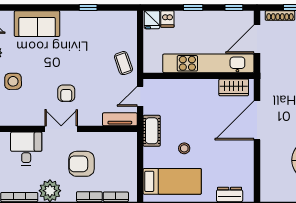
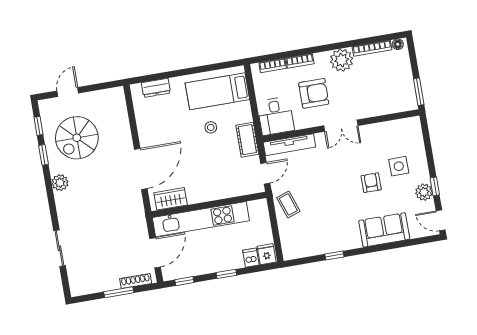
armchair: (66, 93) -> (371, 183), moved
tv unit: (120, 119) -> (289, 145), width x1.41
desk: (26, 149) -> (276, 116), moved

